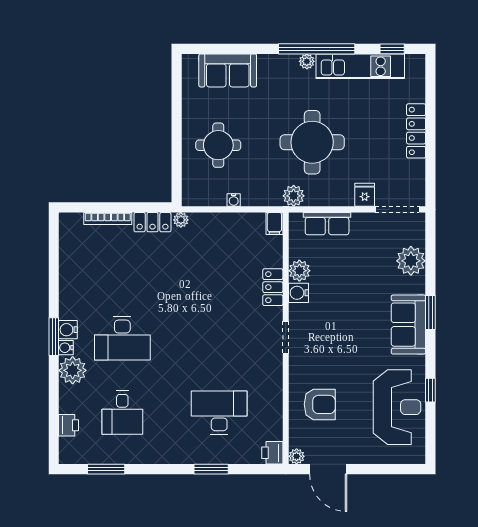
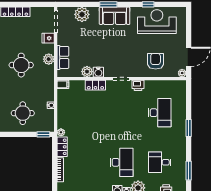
round table: (312, 142) -> (21, 65), width x0.73, depth x0.73
window: (177, 186) -> (43, 134), added
plant: (294, 196) -> (49, 59), moved
desk: (122, 413) -> (160, 162), turned 180
desk: (219, 413) -> (160, 113), turned 180
printer: (272, 453) -> (138, 85), moved
window: (211, 469) -> (189, 128), moved

